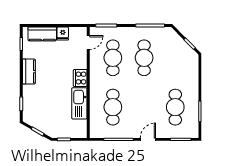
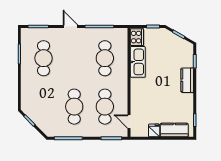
door: (88, 43) -> (129, 122), hinge flipped
kitchen counter: (29, 72) -> (187, 80), moved
cooker: (80, 78) -> (137, 37), moved
door: (148, 139) -> (70, 26), swing flipped

